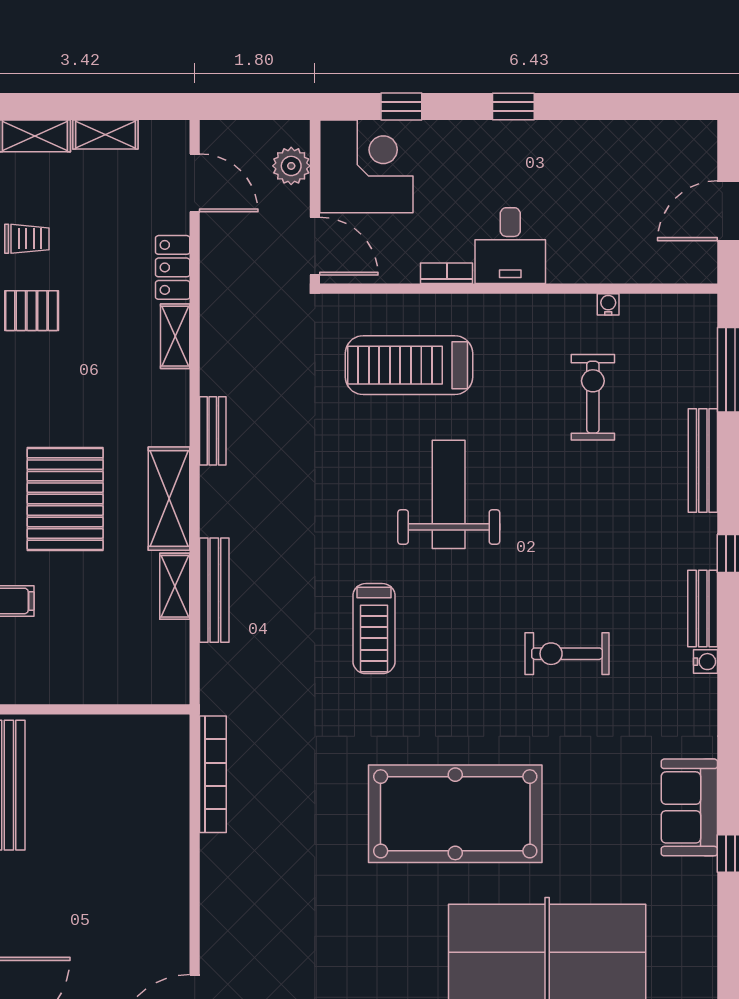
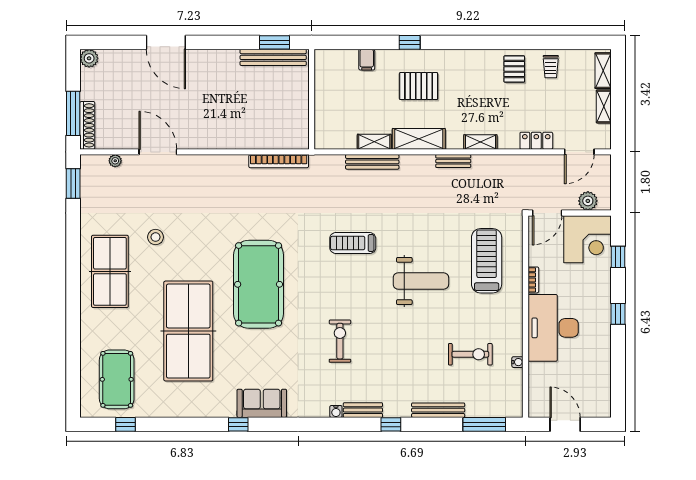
desk: (510, 246) -> (553, 328), width x1.87, depth x1.30
shelving: (175, 336) -> (480, 142), moved
pallet: (65, 499) -> (419, 86), width x0.73, depth x0.71

